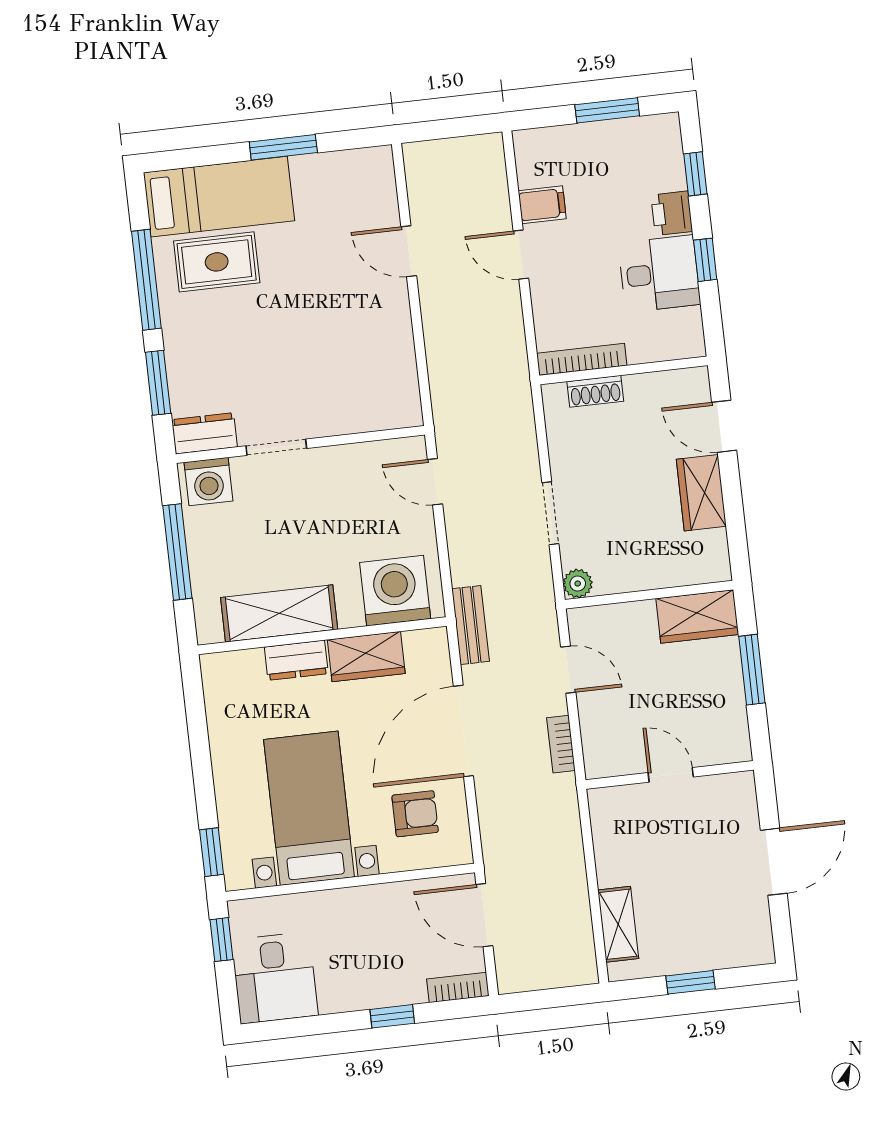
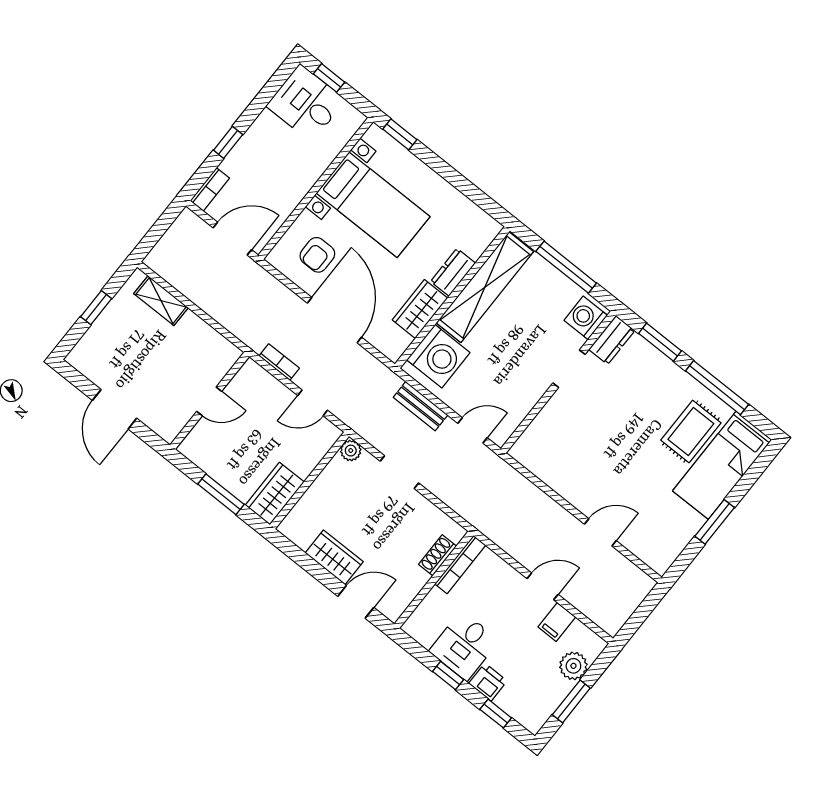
plant: (569, 144) -> (573, 666), added
shelving: (279, 613) -> (485, 287), width x1.47
bench: (471, 625) -> (421, 406), moved
window: (222, 940) -> (329, 78), moved

